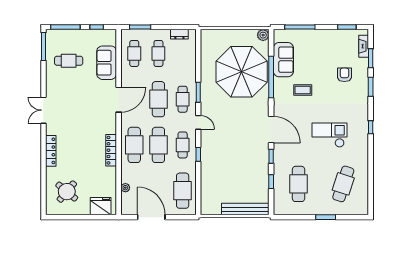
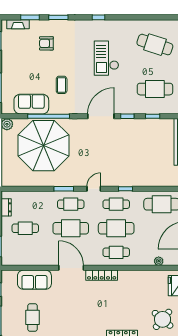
cafe table: (134, 53) -> (25, 252), removed
cafe table: (134, 145) -> (116, 252), width x0.73, depth x0.74
locker: (111, 150) -> (102, 275), moved

